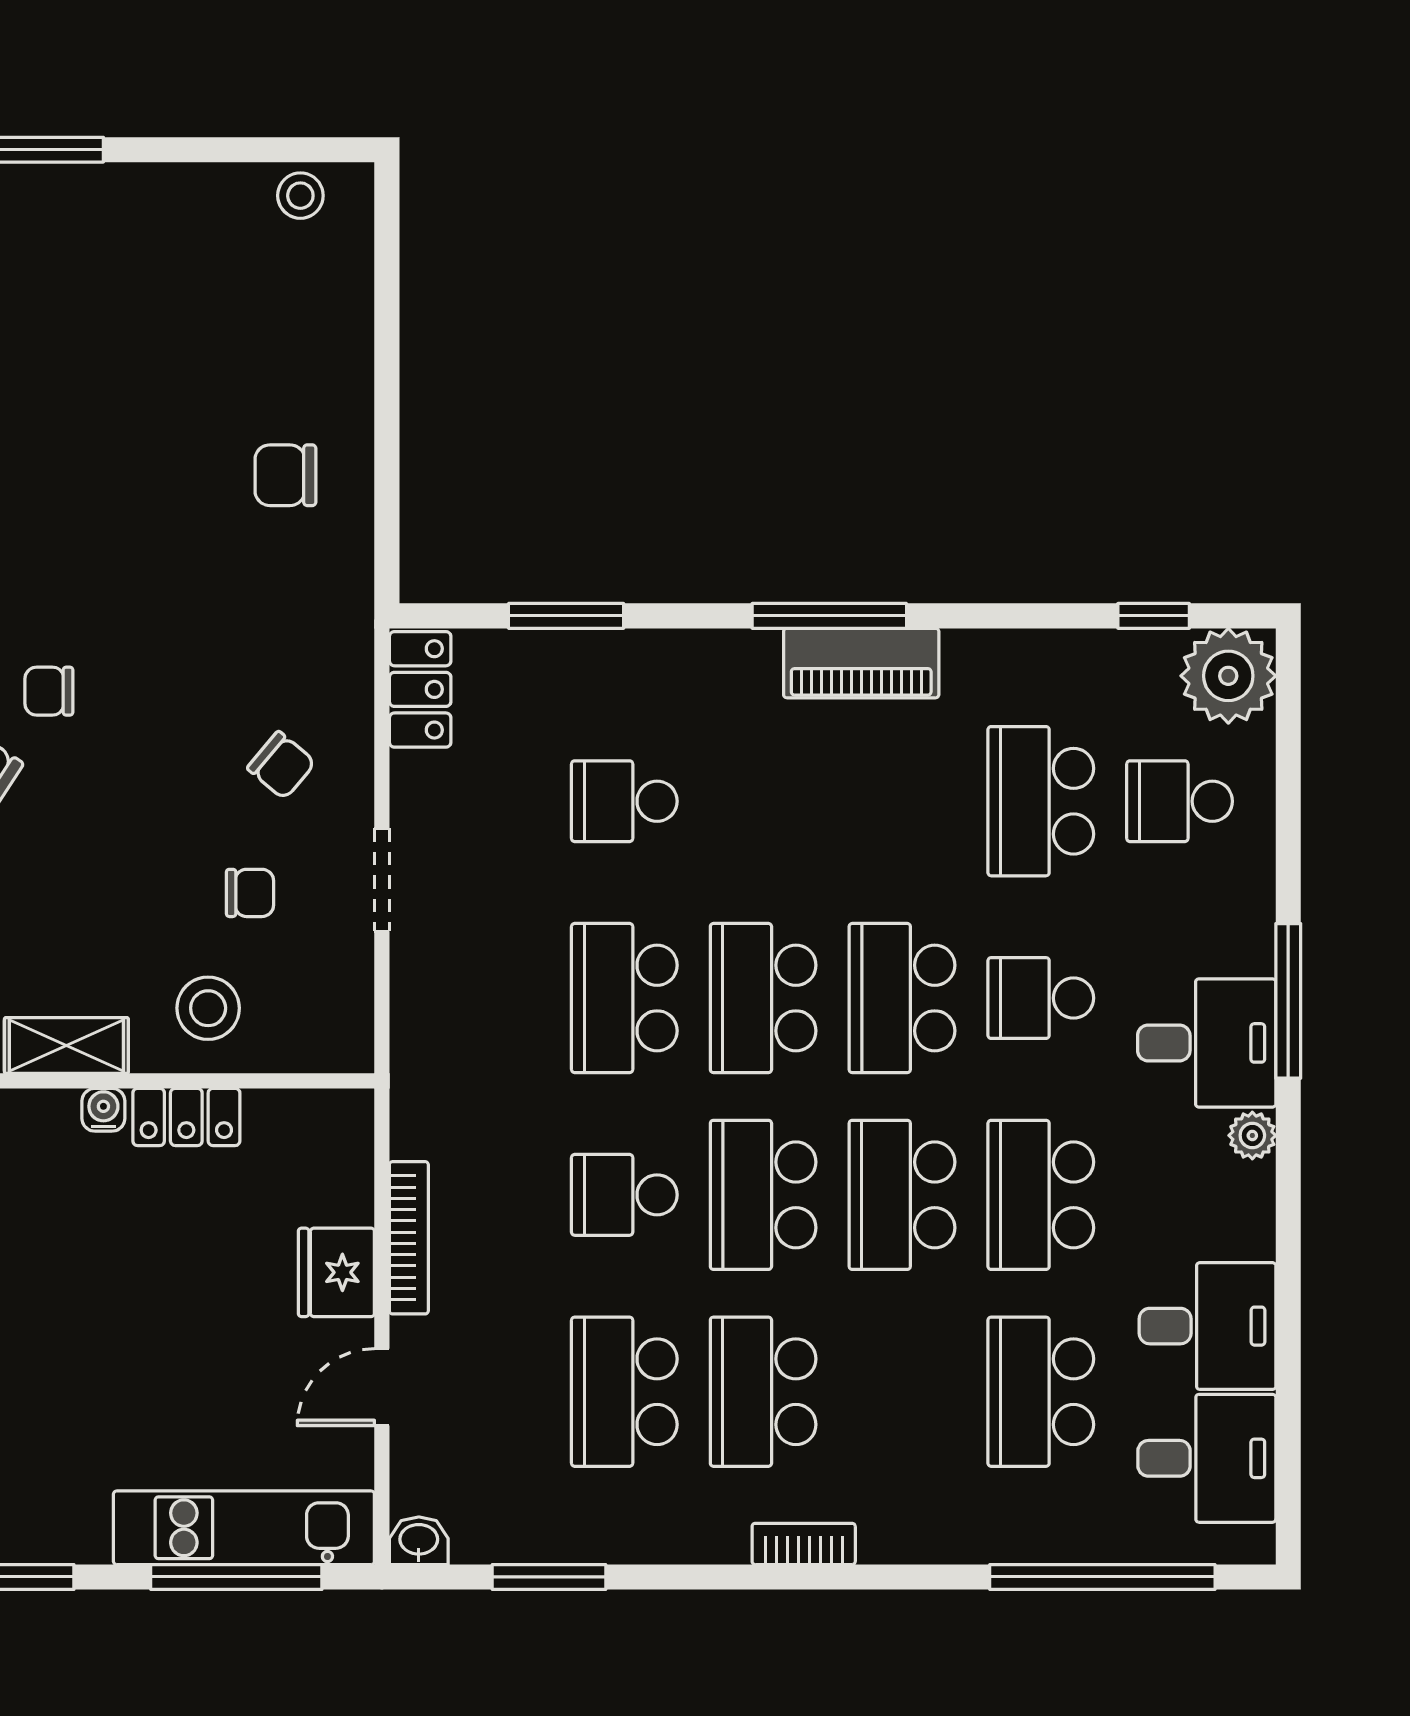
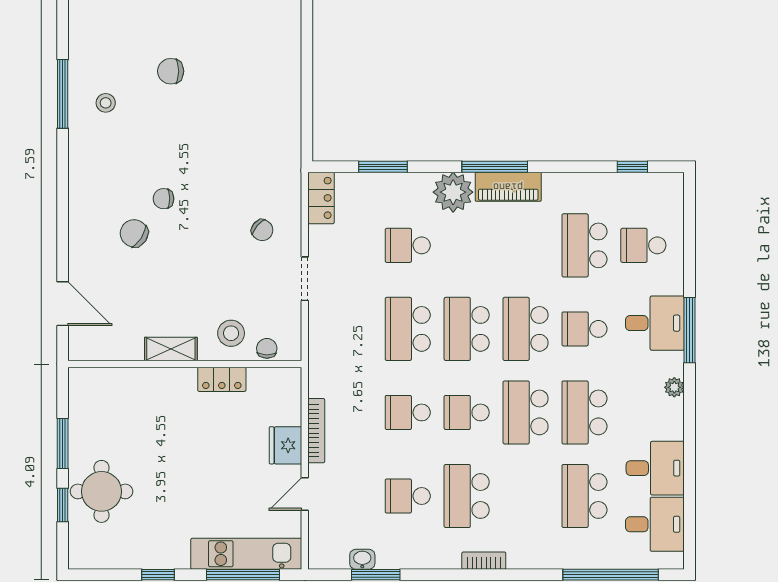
chair: (285, 475) -> (171, 71), moved
plant: (1228, 676) -> (453, 192), moved
chair: (250, 893) -> (267, 348), moved, turned -89
desk: (1207, 1043) -> (655, 323), moved
water cooler: (103, 1110) -> (187, 376), removed
school desk: (763, 1195) -> (467, 412), width x0.54
school desk: (624, 1392) -> (408, 496), width x0.54
washbasin: (419, 1541) -> (362, 559), moved

